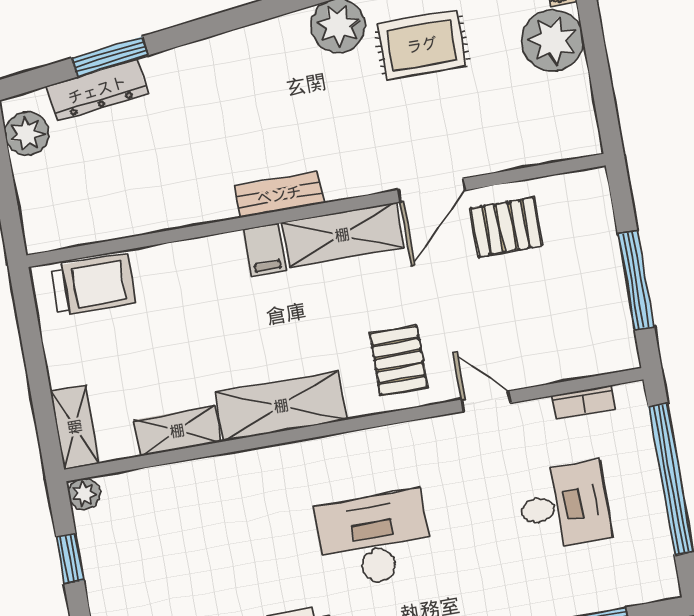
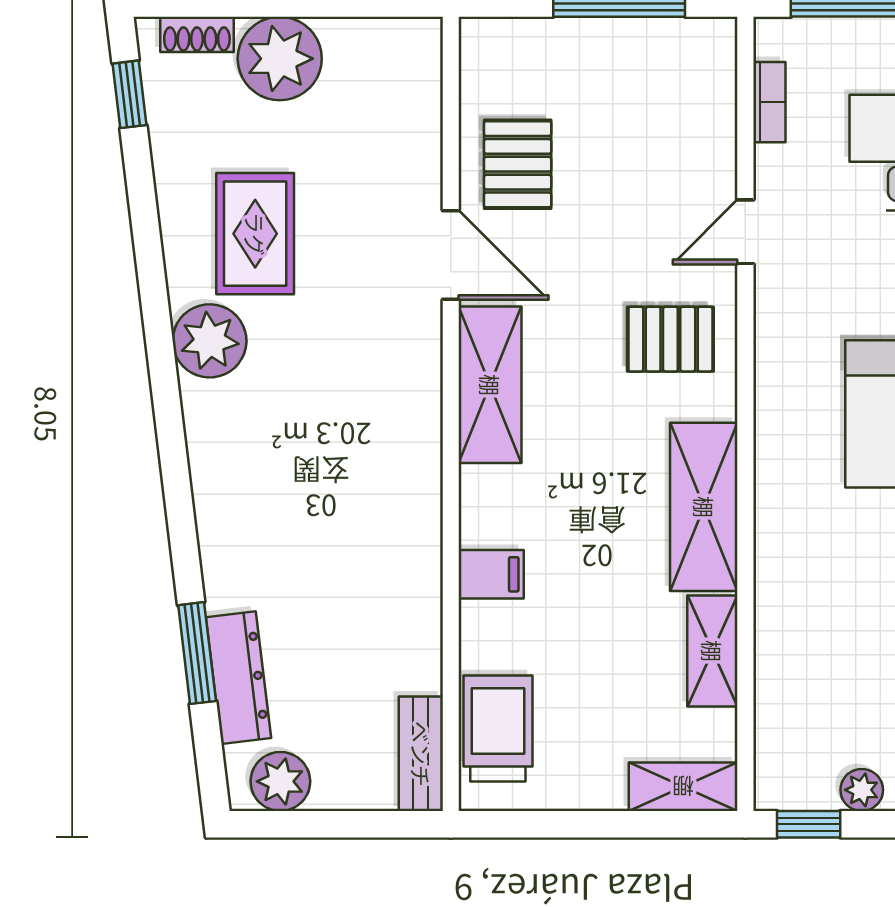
bench: (279, 195) -> (421, 754), moved
filing cabinet: (265, 250) -> (491, 574), moved
plant: (84, 494) -> (862, 790), moved
window: (70, 559) -> (809, 824), moved

